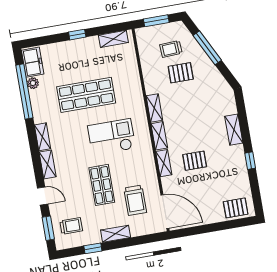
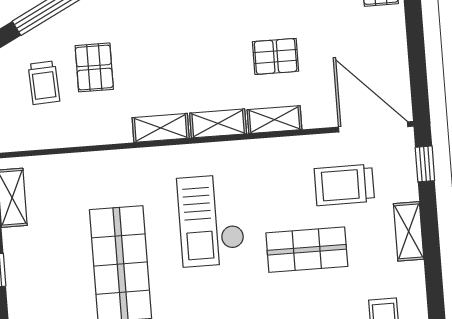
pallet: (195, 161) -> (276, 56), turned 90
trolley: (135, 200) -> (344, 185), turned 180
door: (165, 212) -> (373, 127), hinge flipped
window: (93, 248) -> (425, 164), moved

